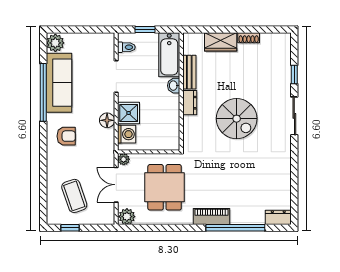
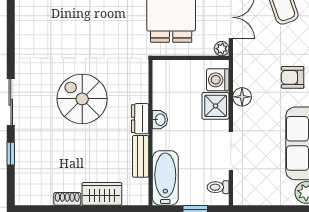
washbasin: (174, 86) -> (160, 120), moved

